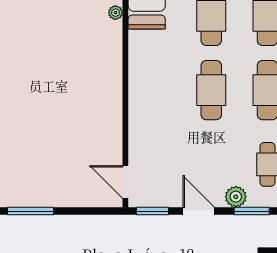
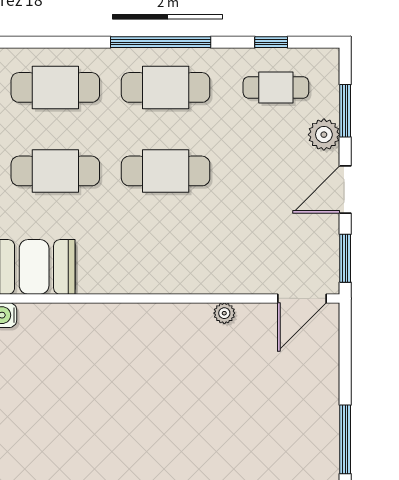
plant: (115, 13) -> (224, 313), moved

